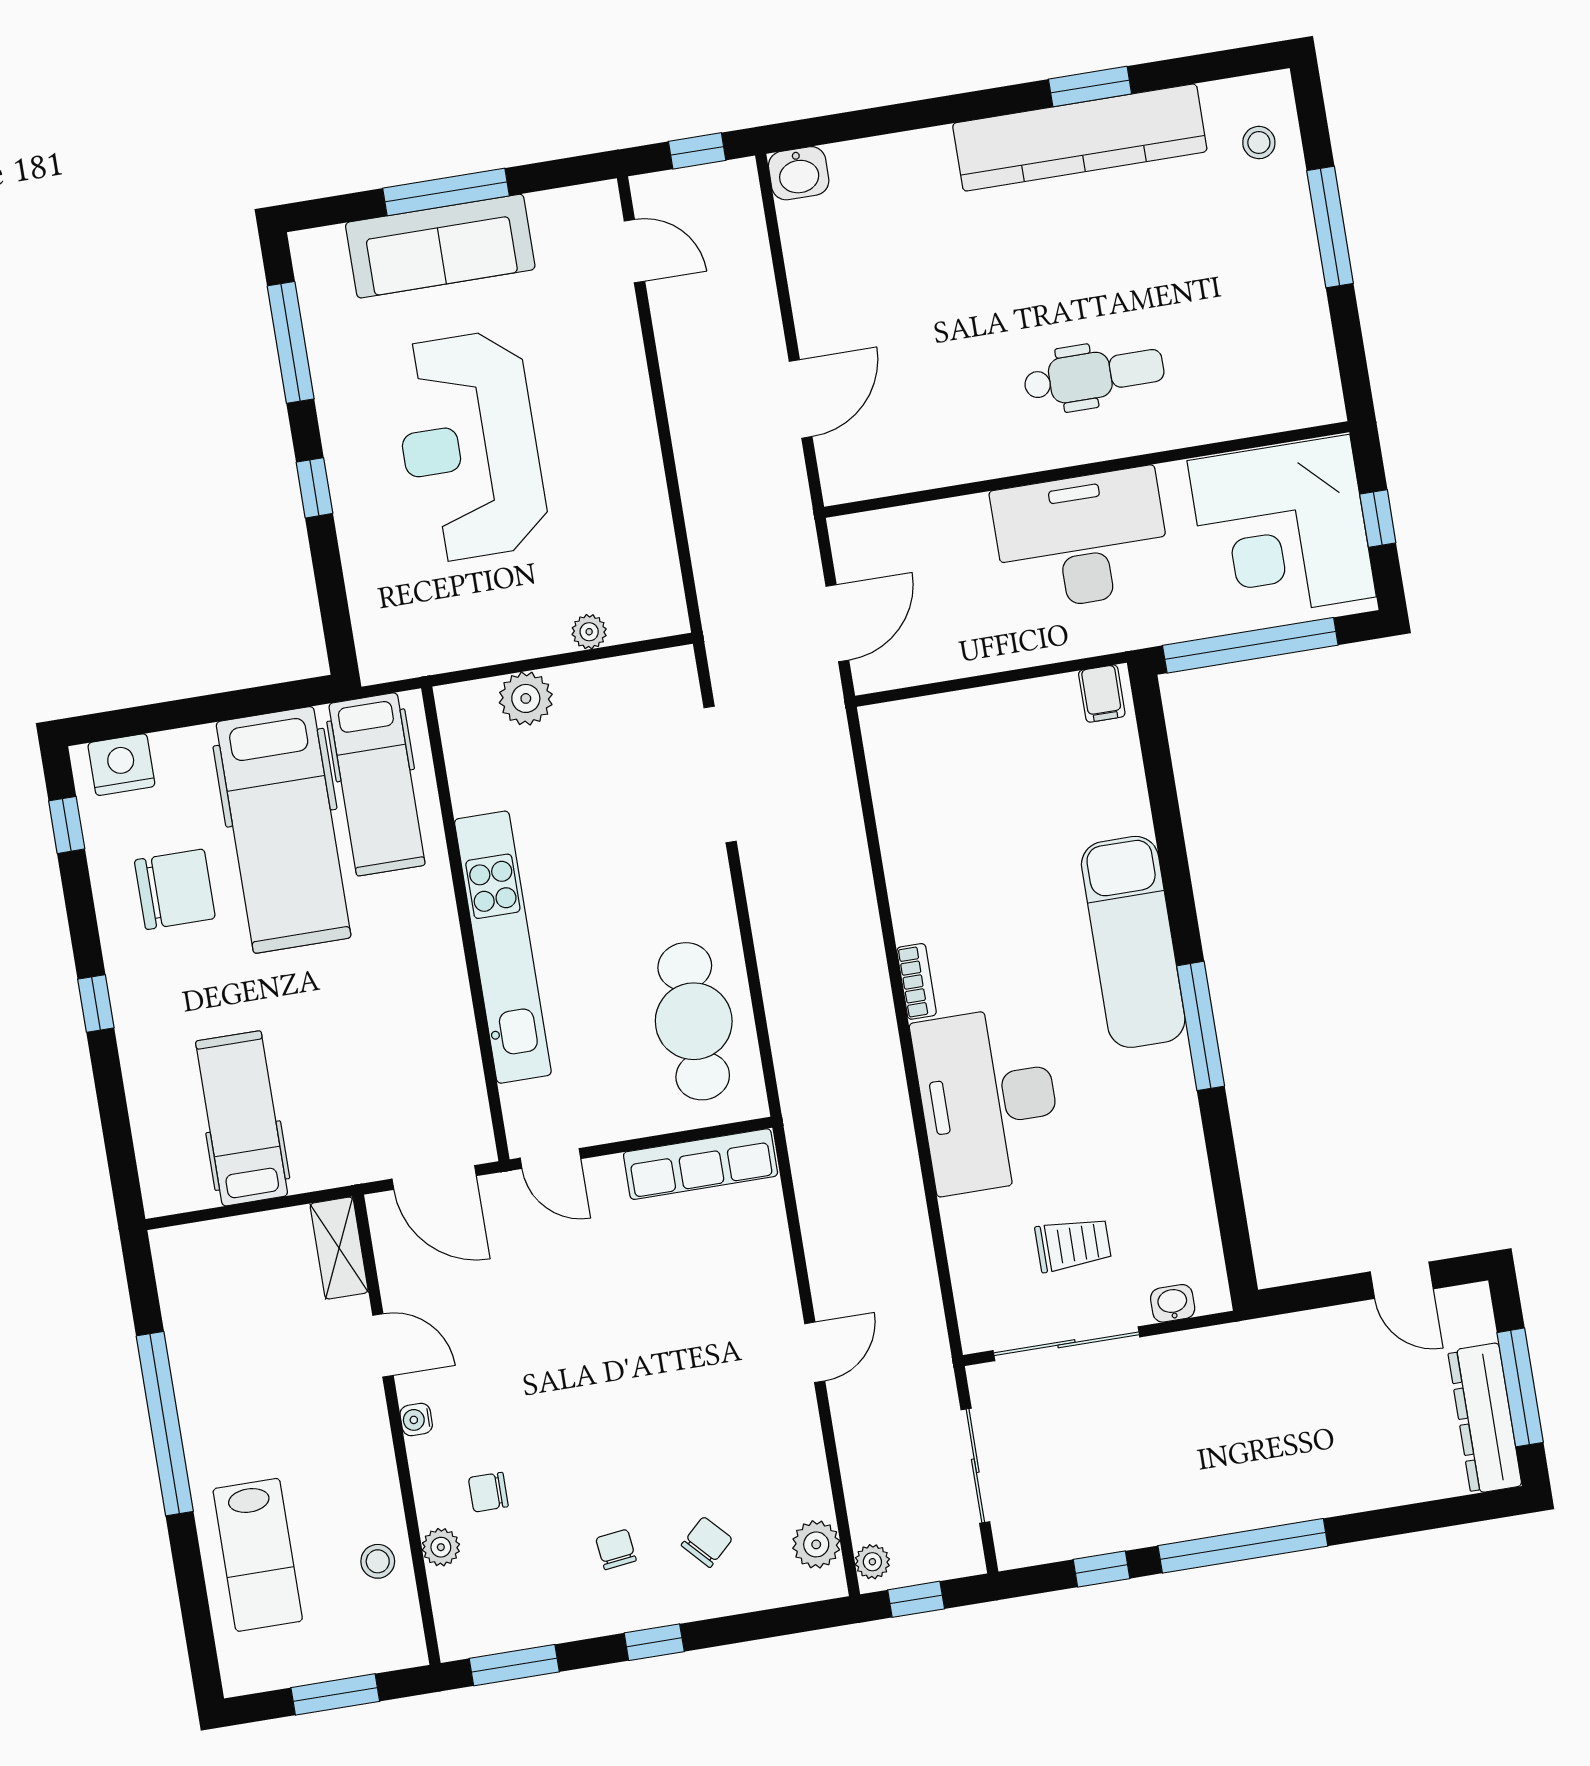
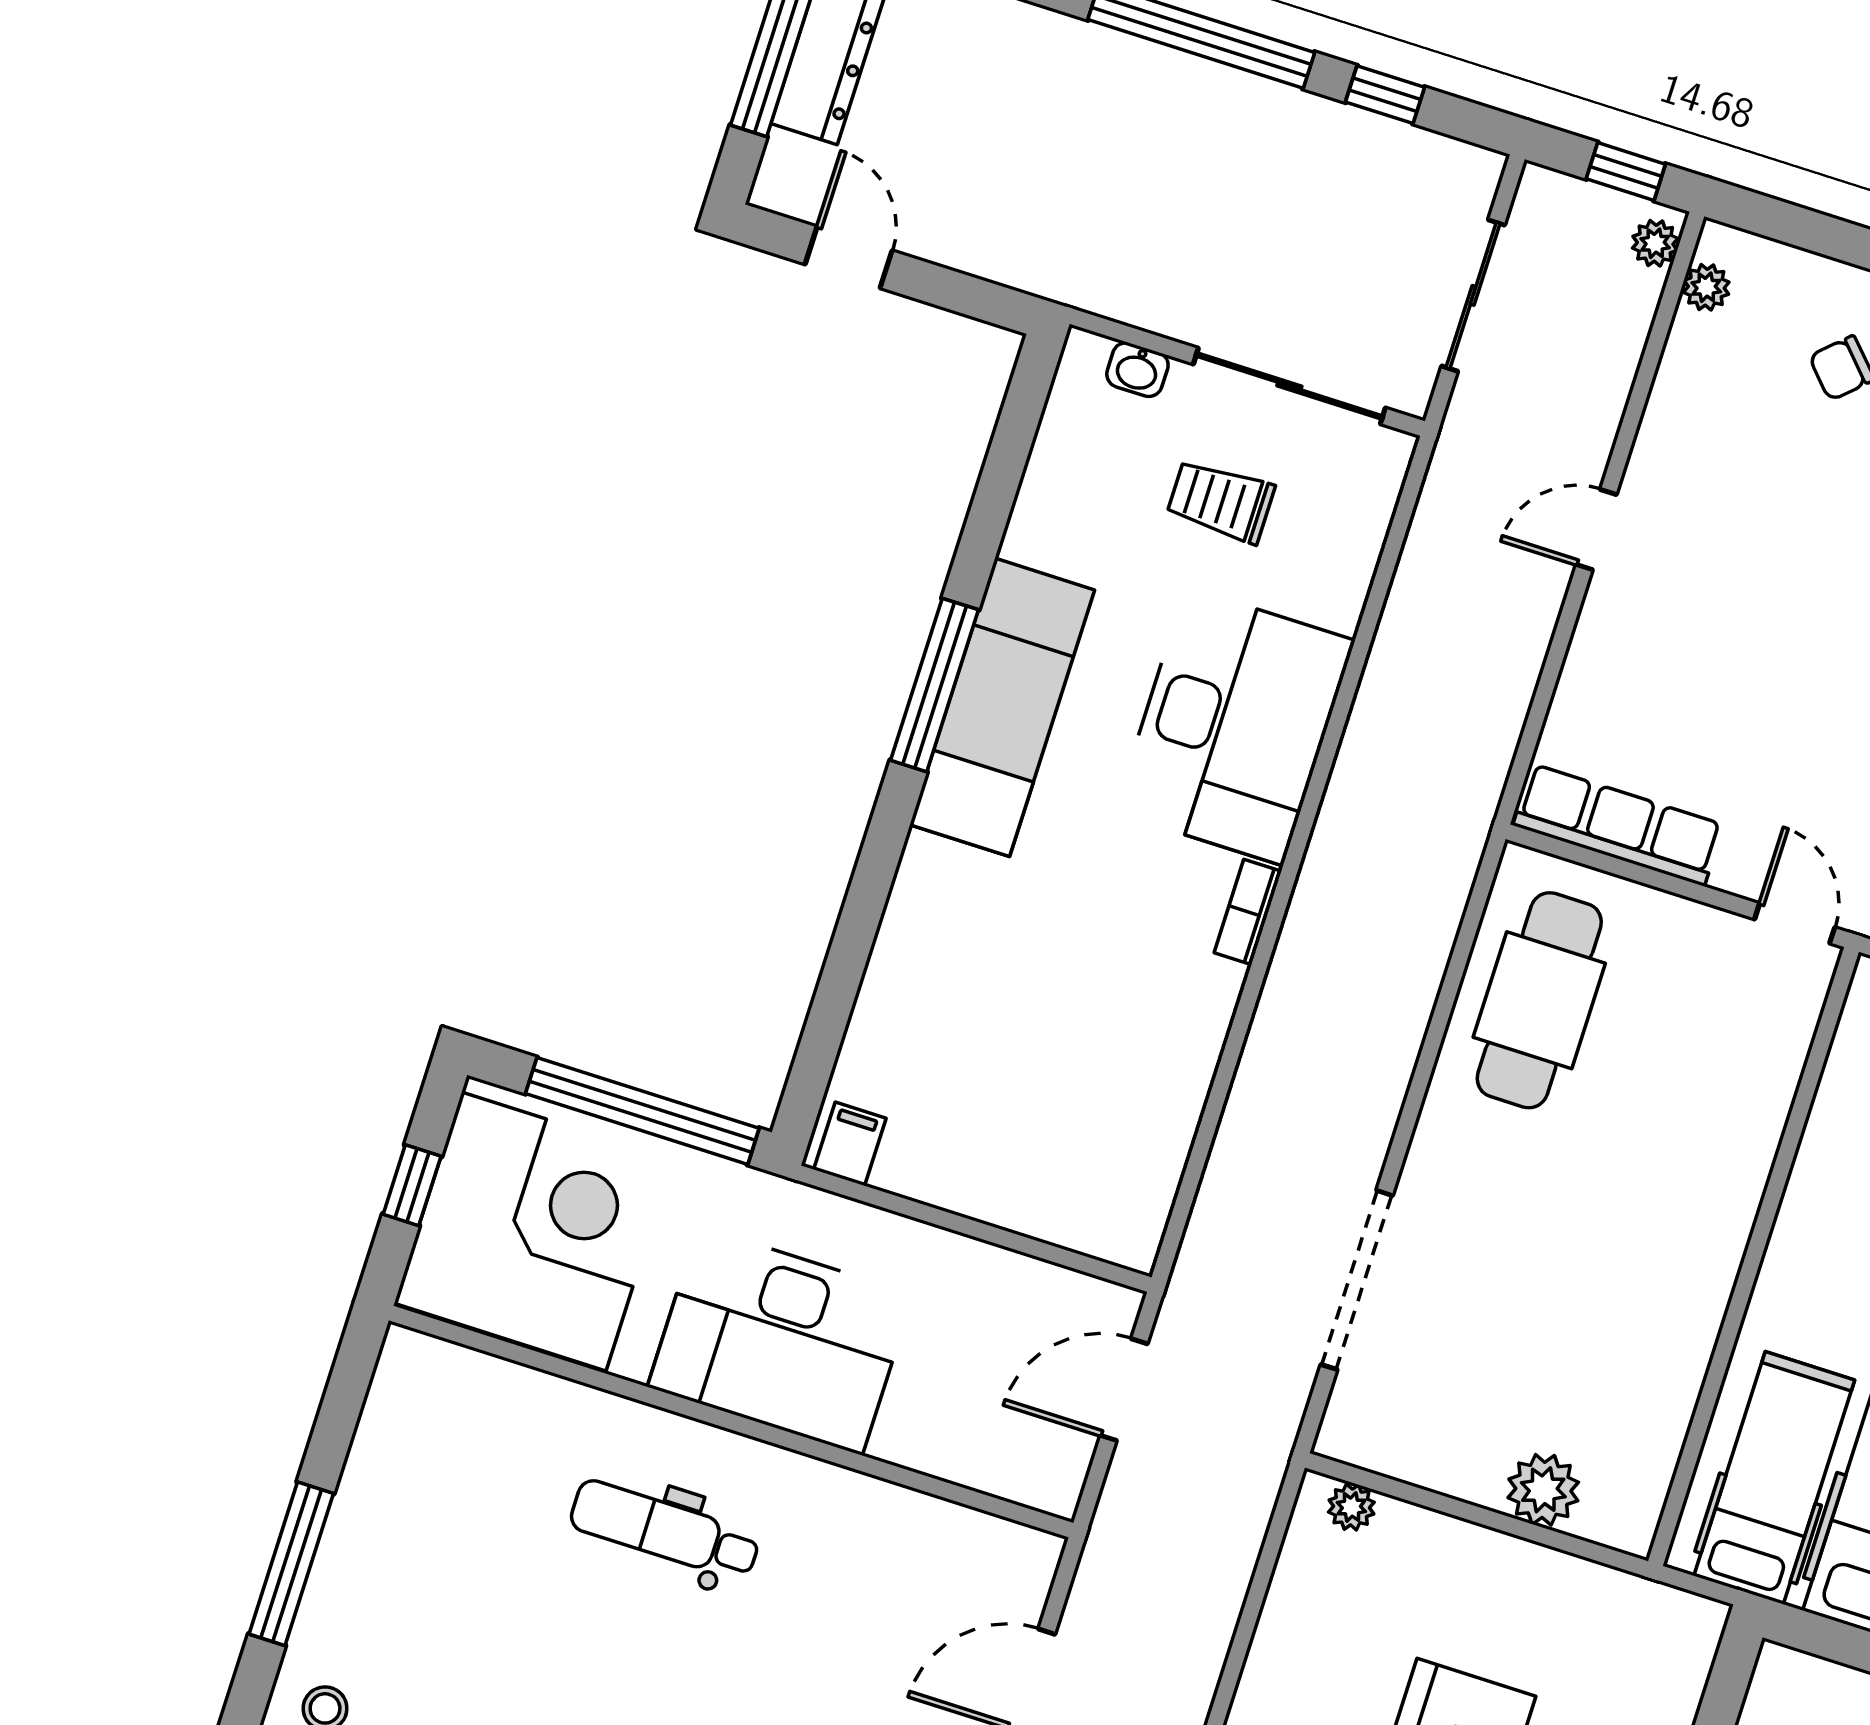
plant: (589, 632) -> (1351, 1507), moved
exam couch: (1133, 942) -> (1002, 707), moved
kitchen unit: (503, 947) -> (1723, 1206), removed
plant: (816, 1544) -> (1706, 287), width x0.73, depth x0.73

